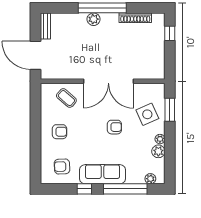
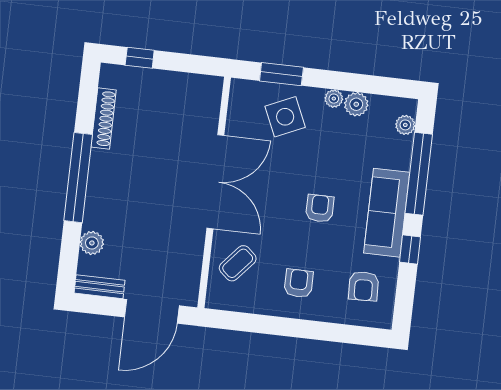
plant: (94, 19) -> (92, 243), moved
armchair: (114, 127) -> (320, 208), moved

